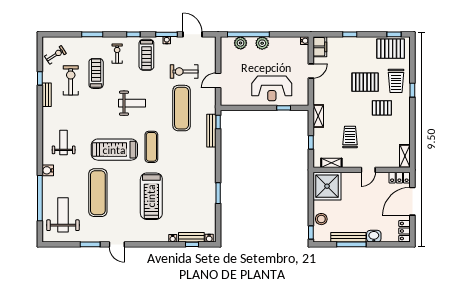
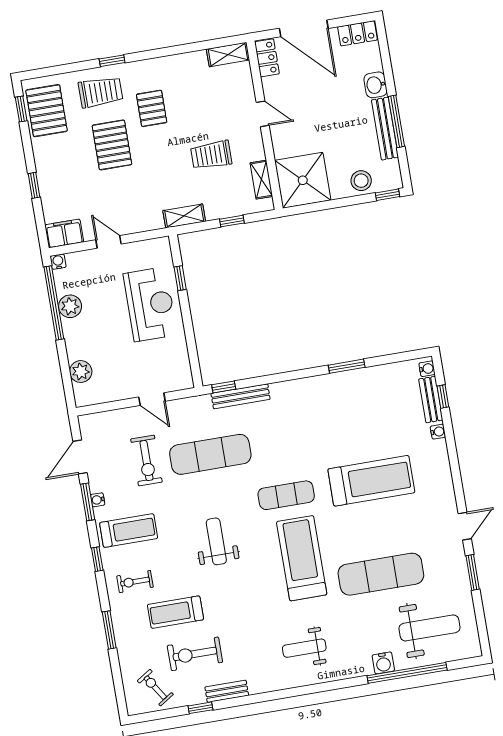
window: (248, 34) -> (54, 303), moved
plant: (262, 43) -> (70, 306), moved
treadmill: (114, 150) -> (302, 558), turned 180
water cooler: (48, 170) -> (383, 663), moved
weight bench: (63, 215) -> (429, 628), turned 180

